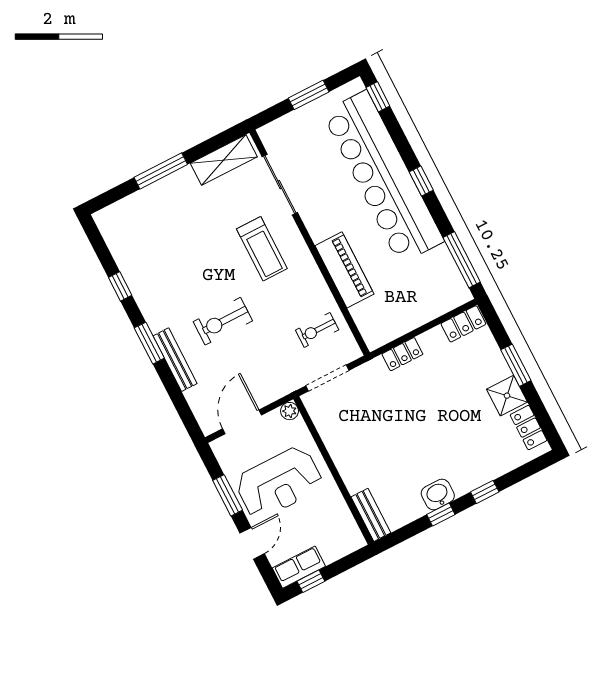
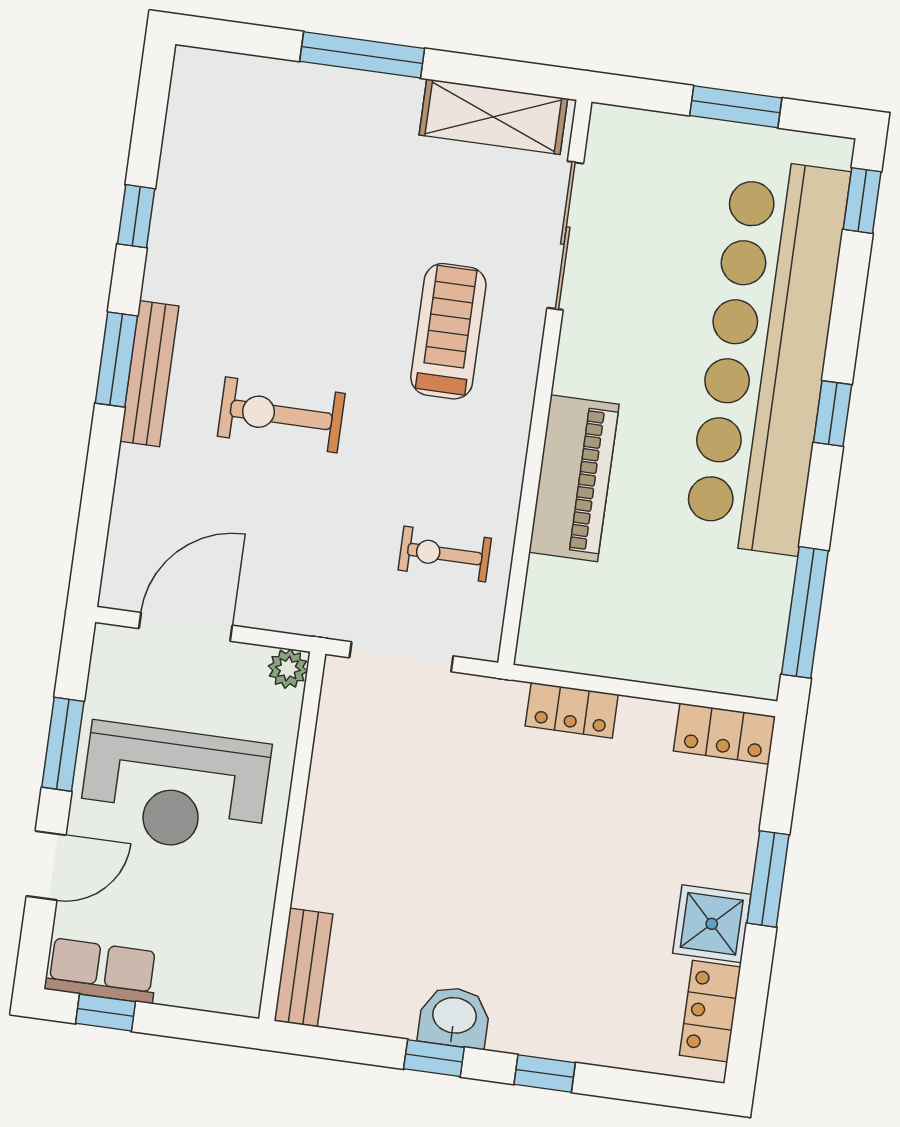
treadmill: (262, 249) -> (448, 331), turned 180
bench: (175, 360) -> (149, 374), moved

